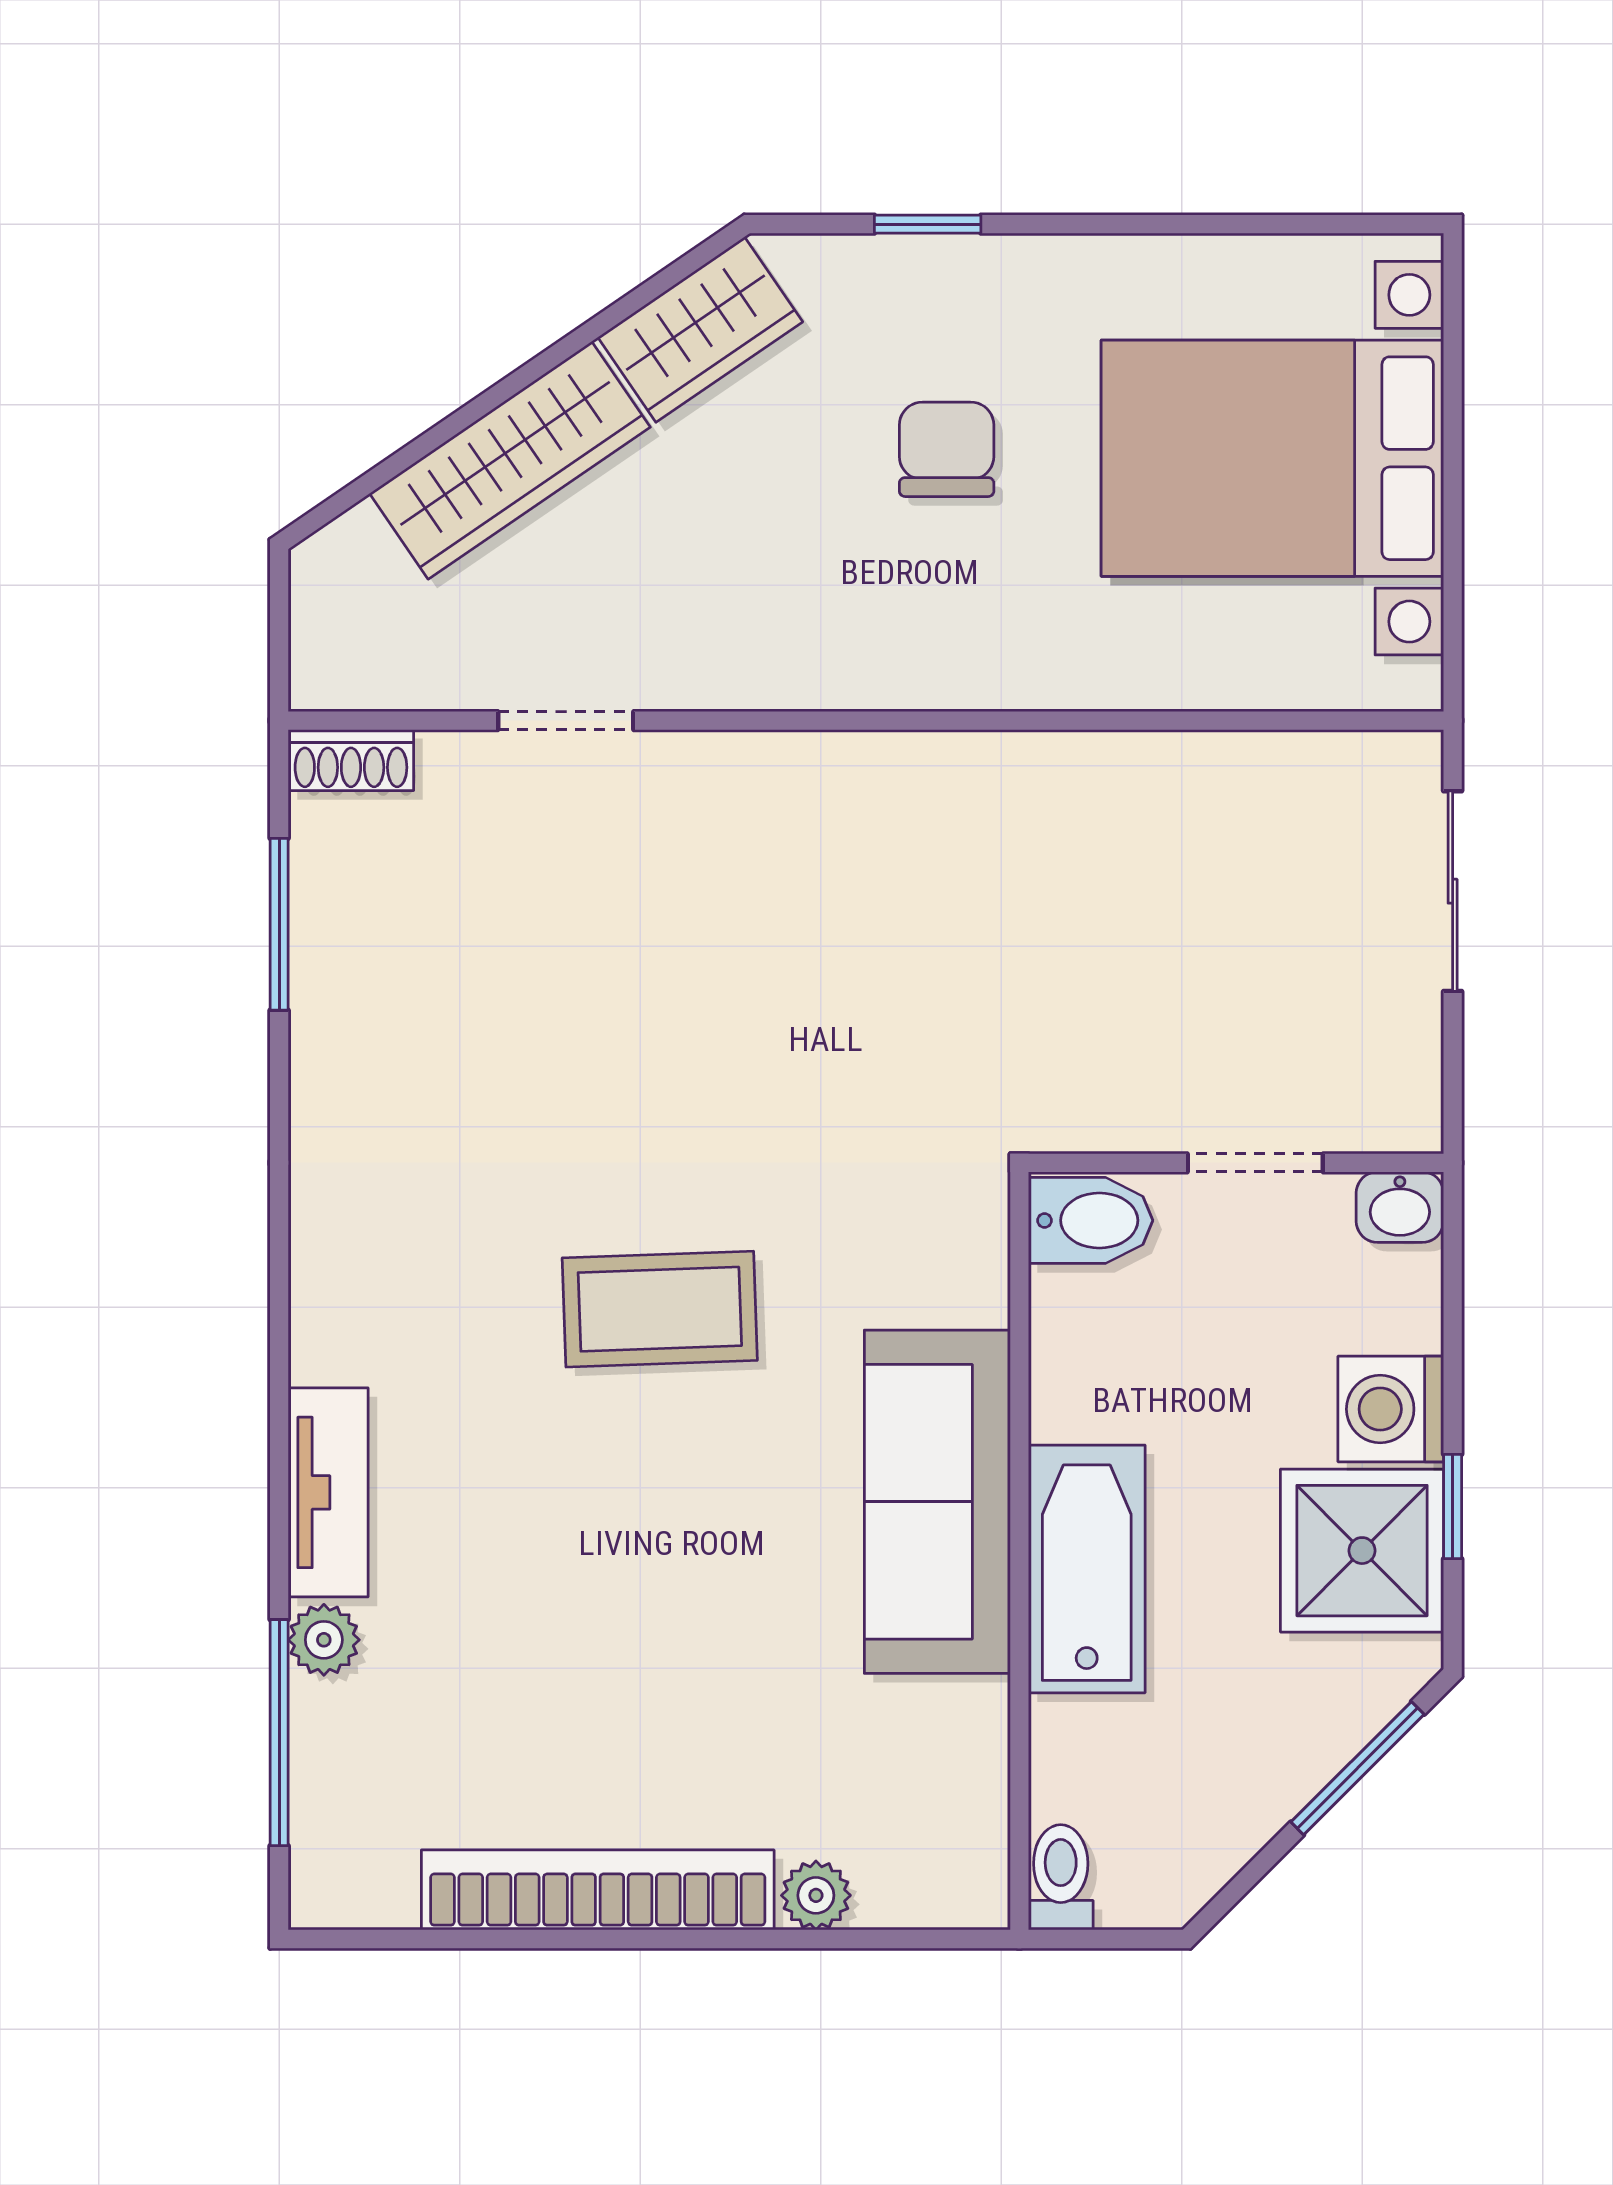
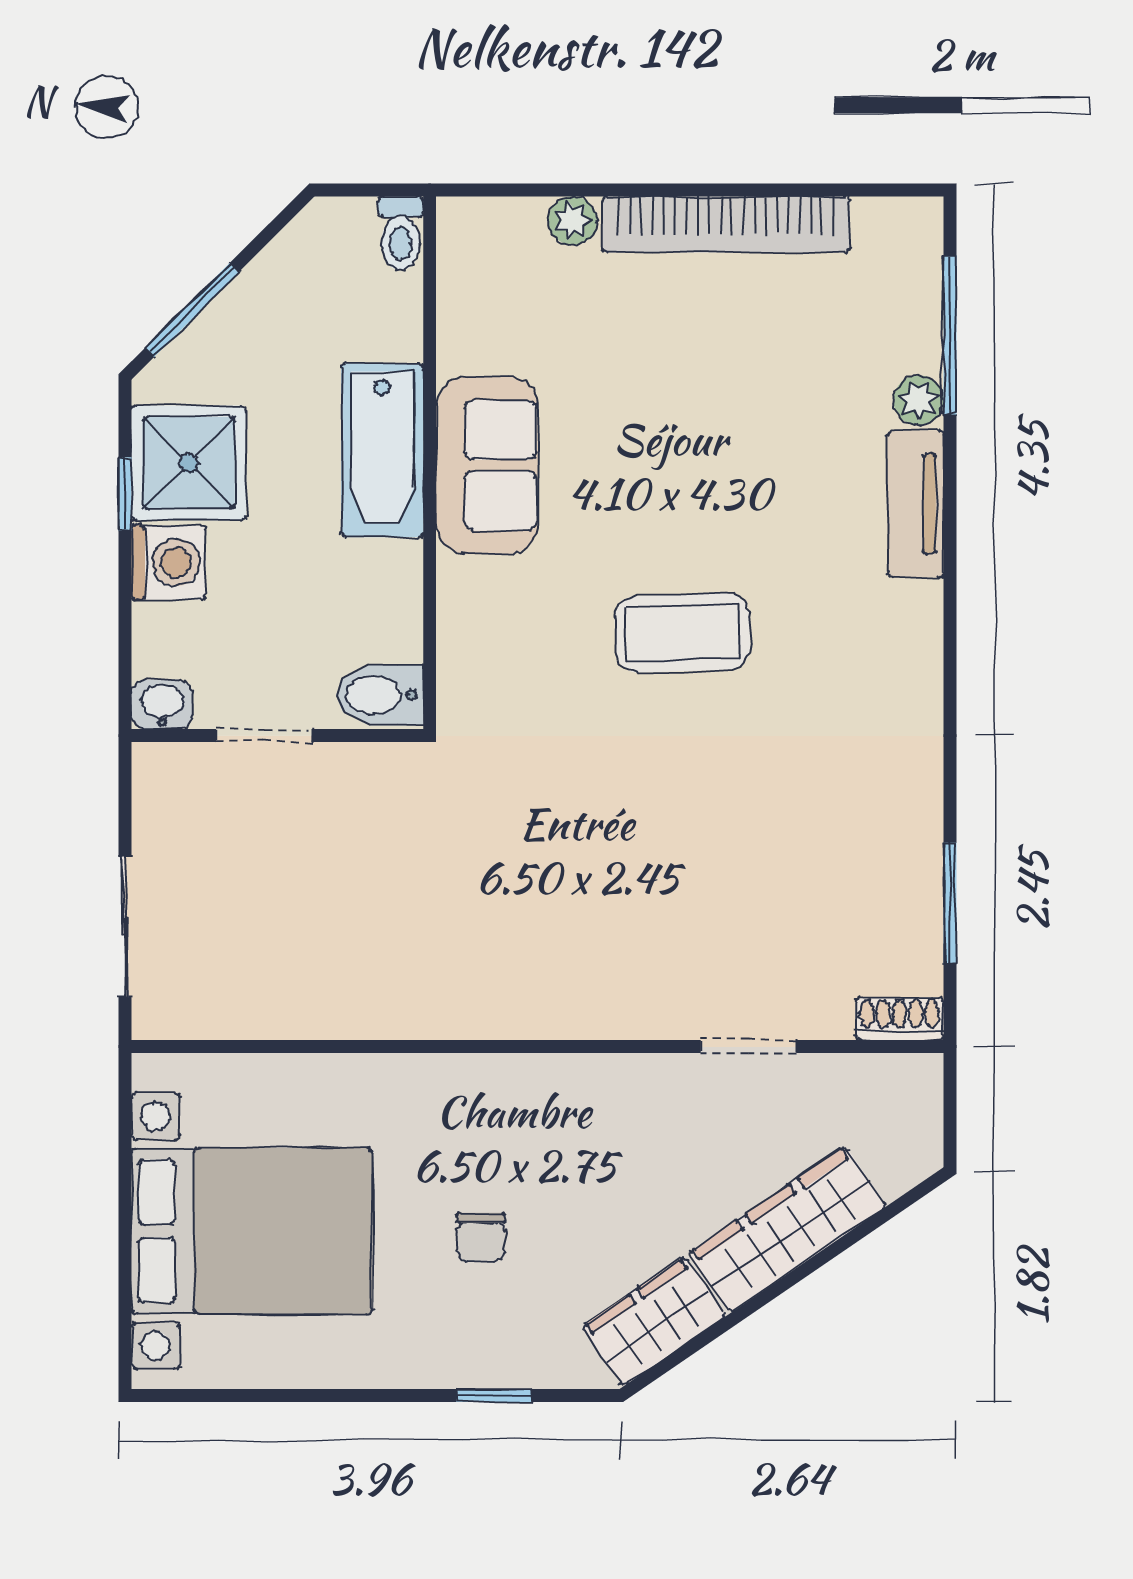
chair: (947, 449) -> (481, 1237), width x0.73, depth x0.73
sofa: (937, 1502) -> (487, 465), width x0.73

